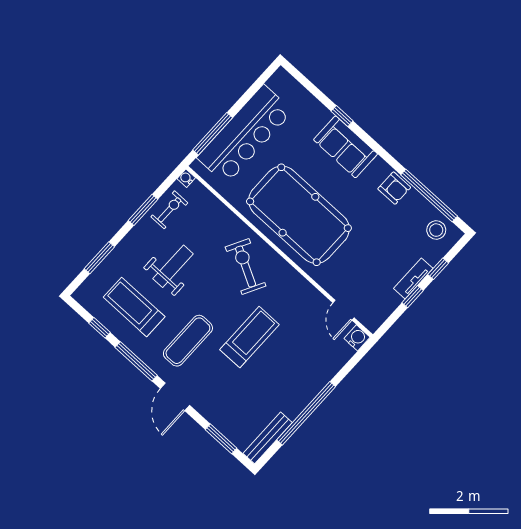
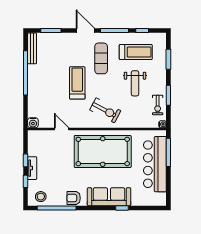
sofa: (346, 147) -> (109, 197), width x1.36
door: (344, 310) -> (62, 129), moved
treadmill: (249, 337) -> (77, 83), turned 180

